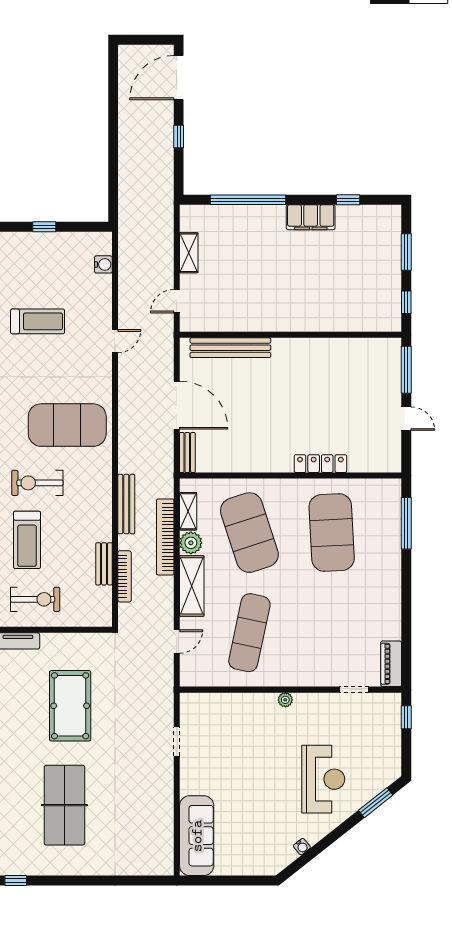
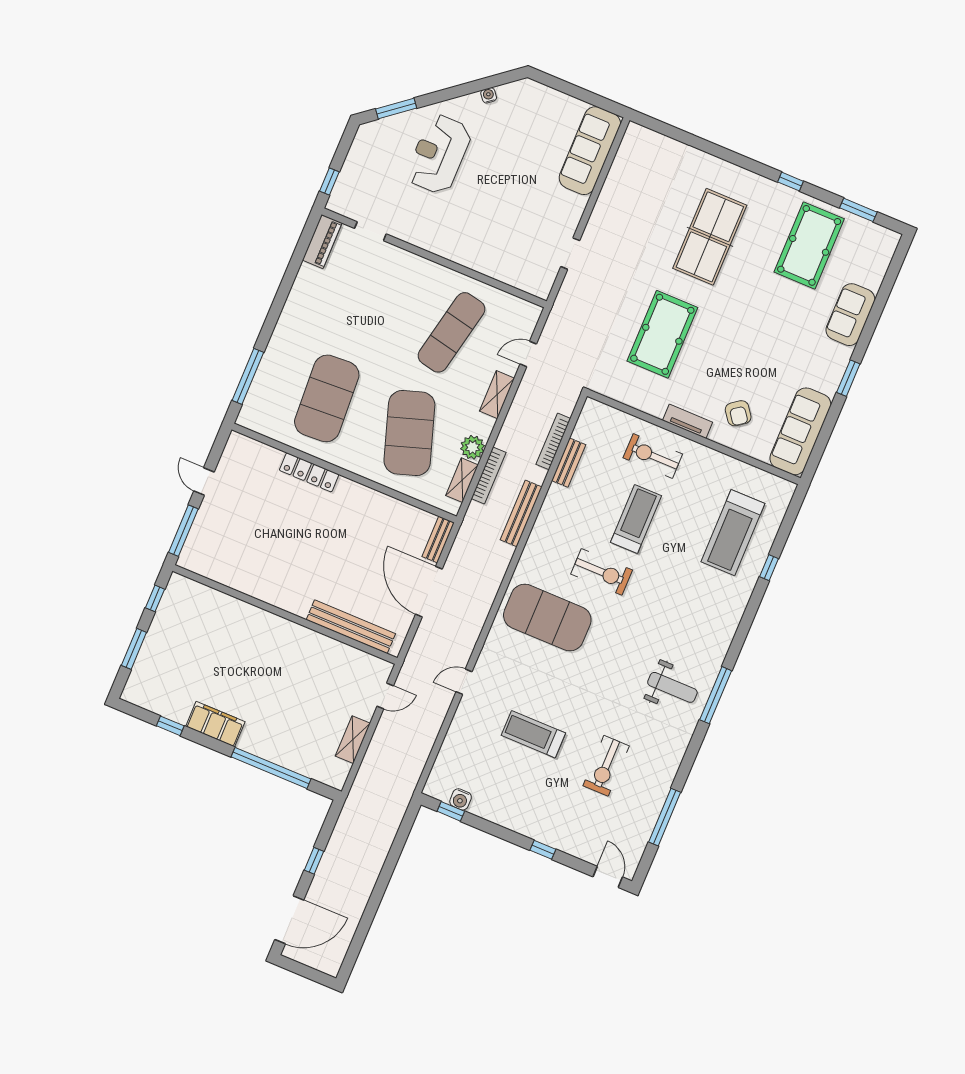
window: (44, 227) -> (451, 811), moved
water cooler: (103, 264) -> (461, 799), moved, turned -90
bookcase: (165, 537) -> (489, 476), width x0.68, depth x0.76
shelving: (192, 586) -> (497, 395), width x0.67, depth x0.75
plant: (285, 700) -> (444, 250), removed

